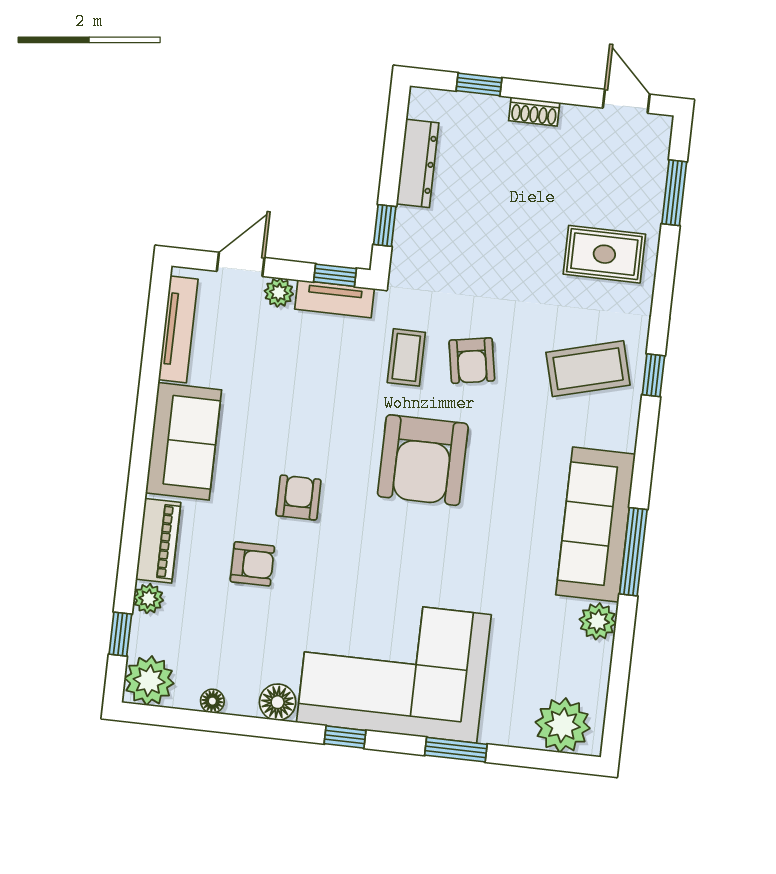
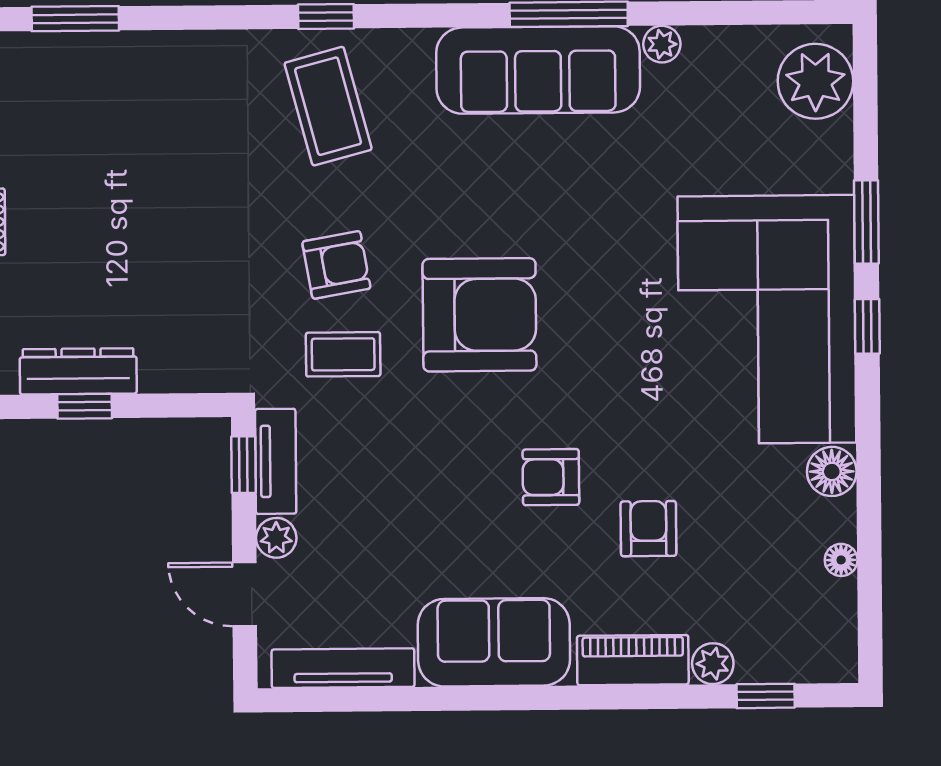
window: (385, 226) -> (85, 406), moved
rug: (604, 254) -> (170, 103), removed
plant: (598, 621) -> (662, 44), width x0.73, depth x0.73
plant: (149, 681) -> (824, 649), removed
window: (345, 737) -> (867, 326), moved

